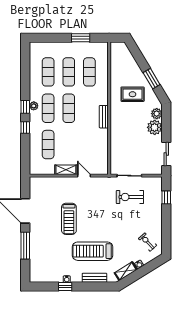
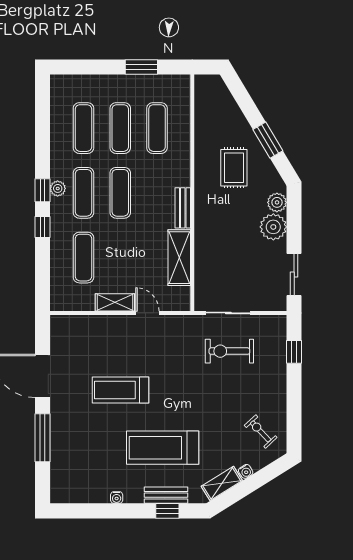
rug: (133, 94) -> (234, 168), turned 90
shelving: (102, 145) -> (179, 258), added
treadmill: (69, 219) -> (121, 390), turned 90
window: (65, 287) -> (167, 511), moved

